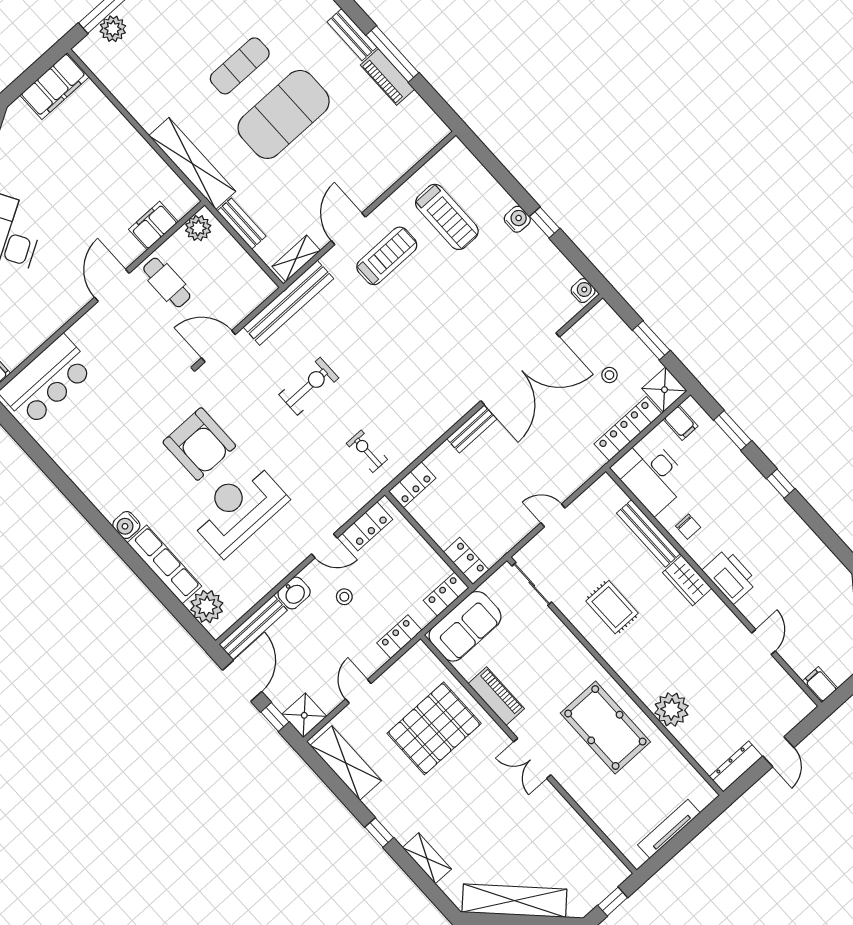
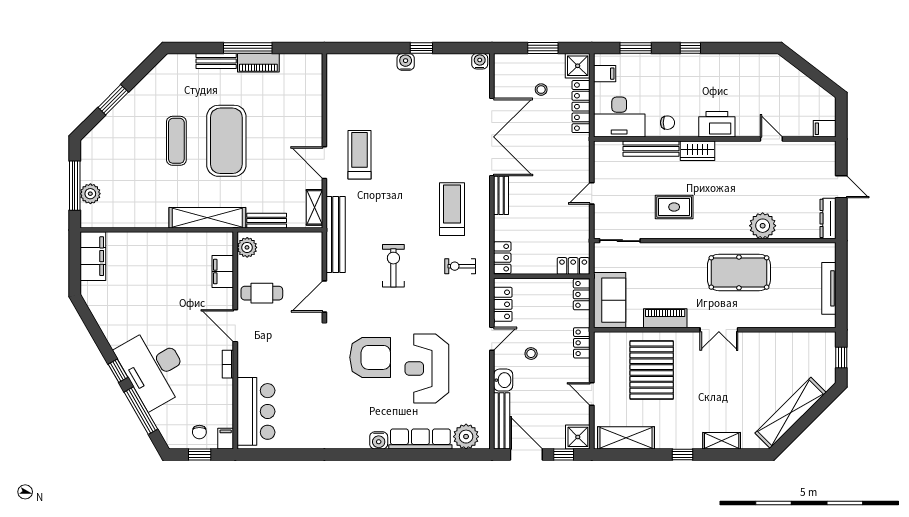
treadmill: (447, 217) -> (452, 209), moved, turned -90
bookcase: (68, 312) -> (228, 364), added

